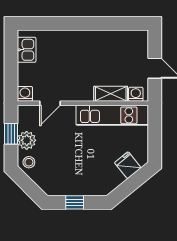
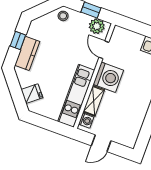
washing machine: (25, 94) -> (108, 77), moved, width x1.89, depth x1.89
plant: (27, 140) -> (97, 26), moved
kitchen counter: (85, 187) -> (27, 53), added

